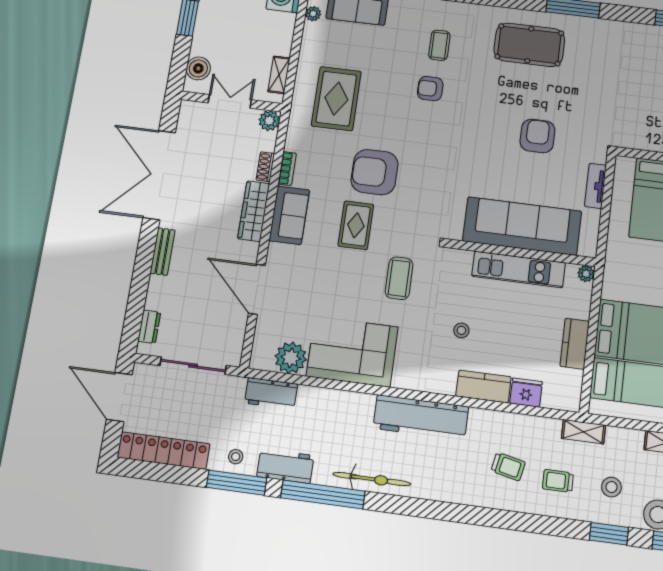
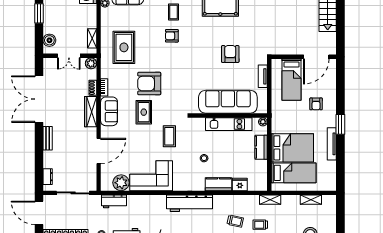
double door: (230, 101) -> (69, 56), swing flipped
door: (257, 289) -> (99, 151), swing flipped
kitchen counter: (575, 344) -> (261, 147), moved
stool: (611, 487) -> (286, 224), removed

